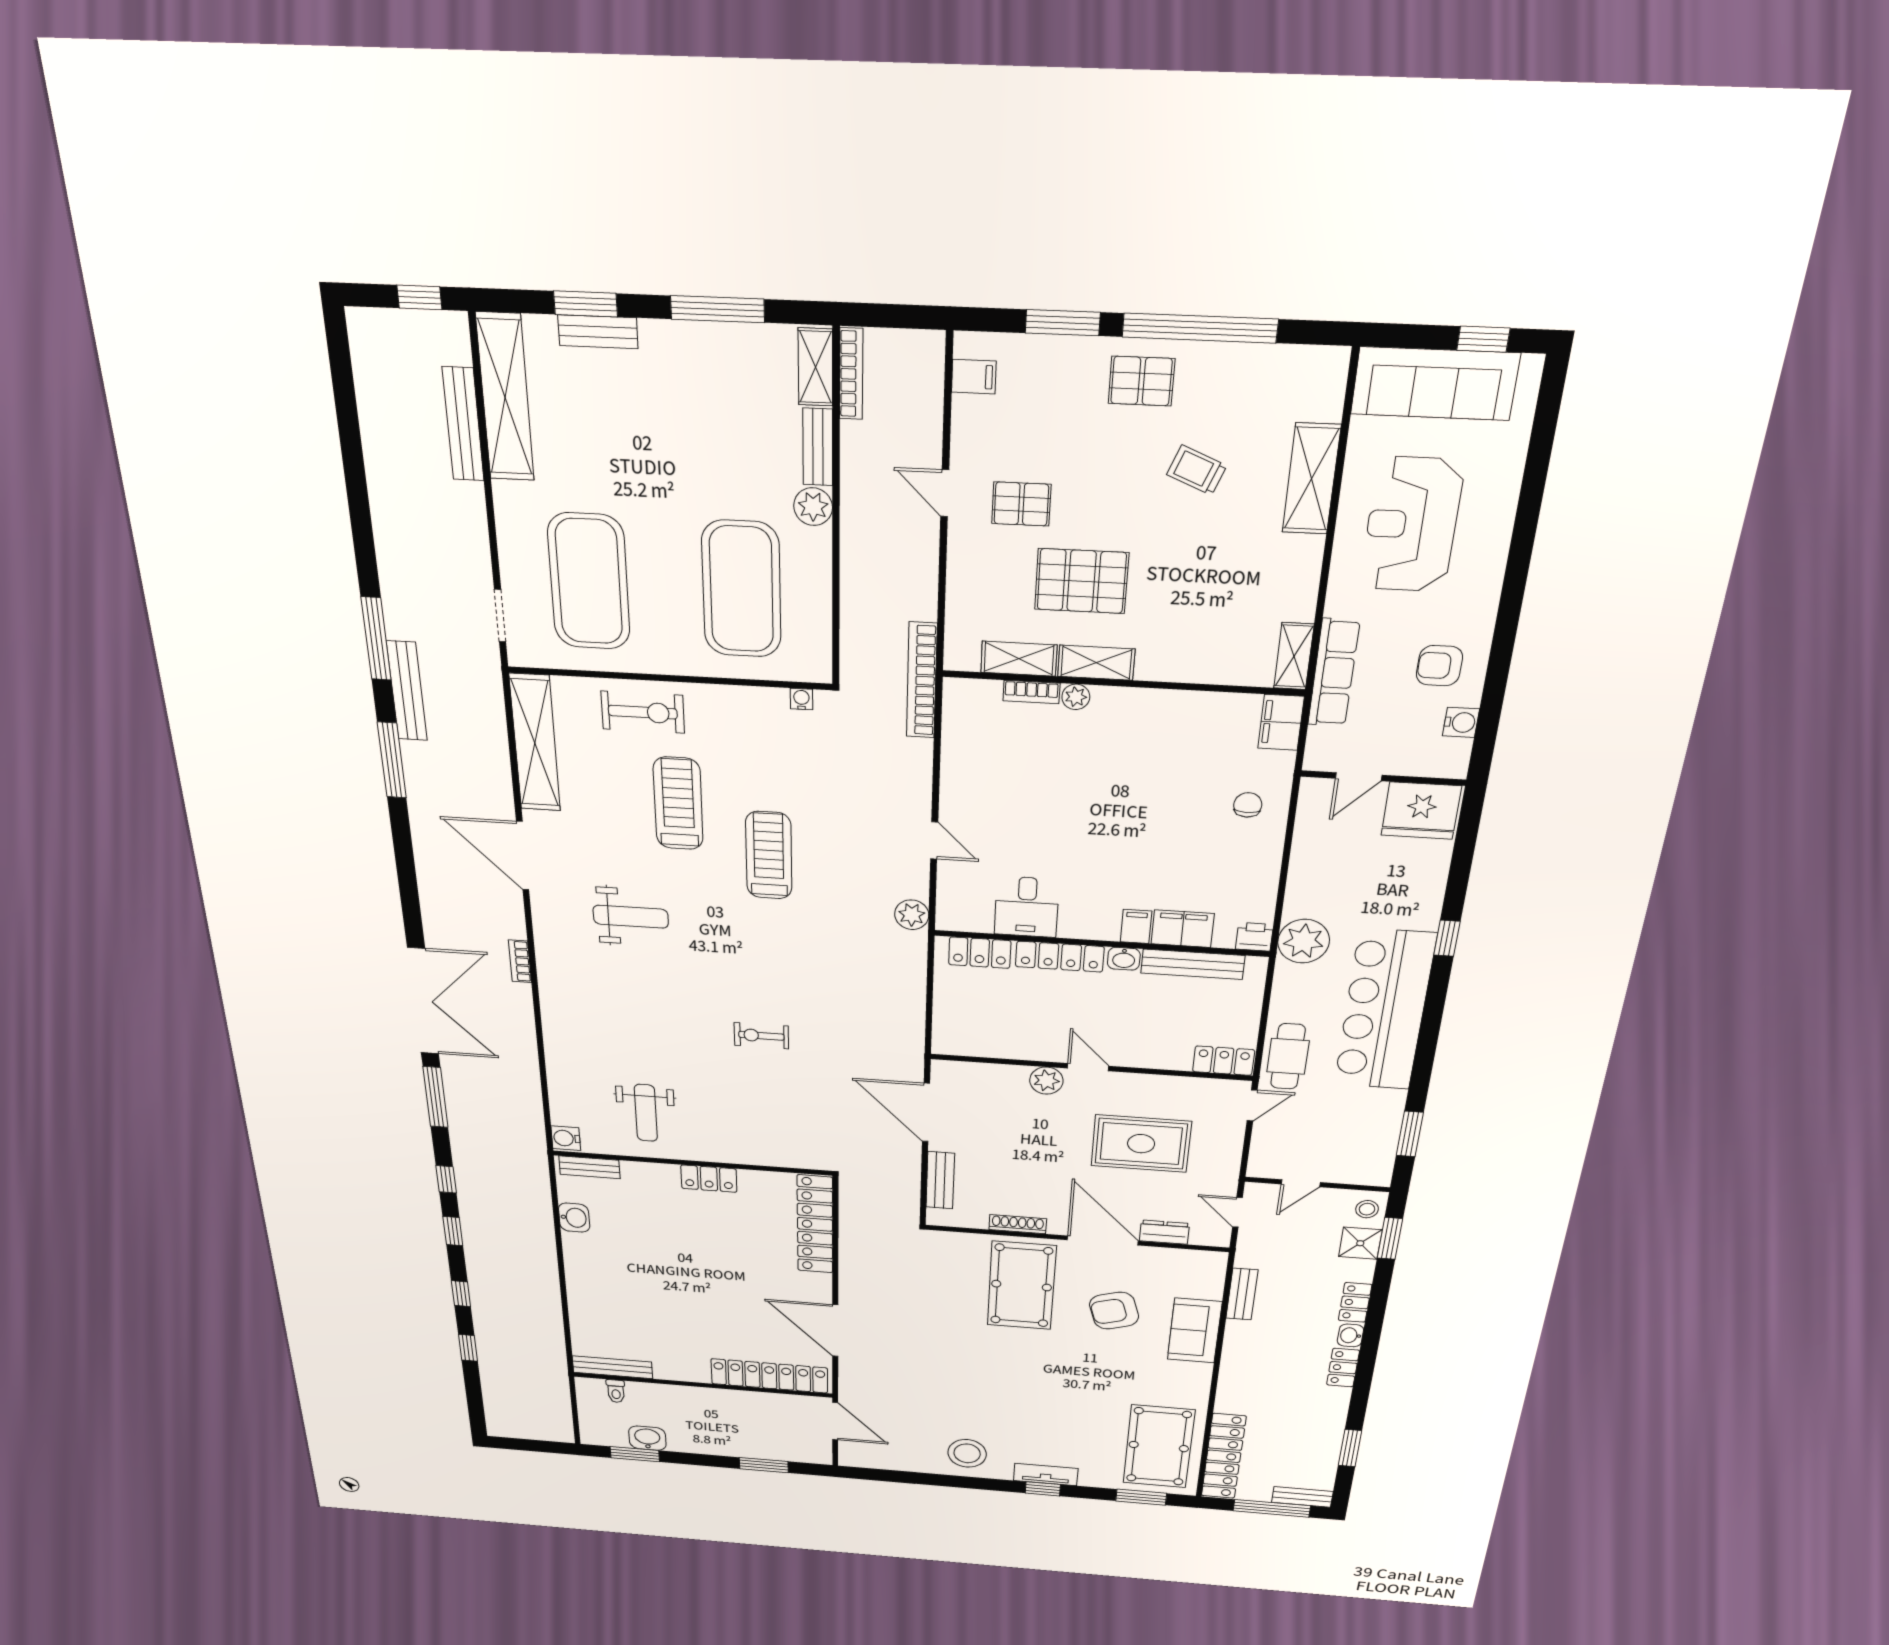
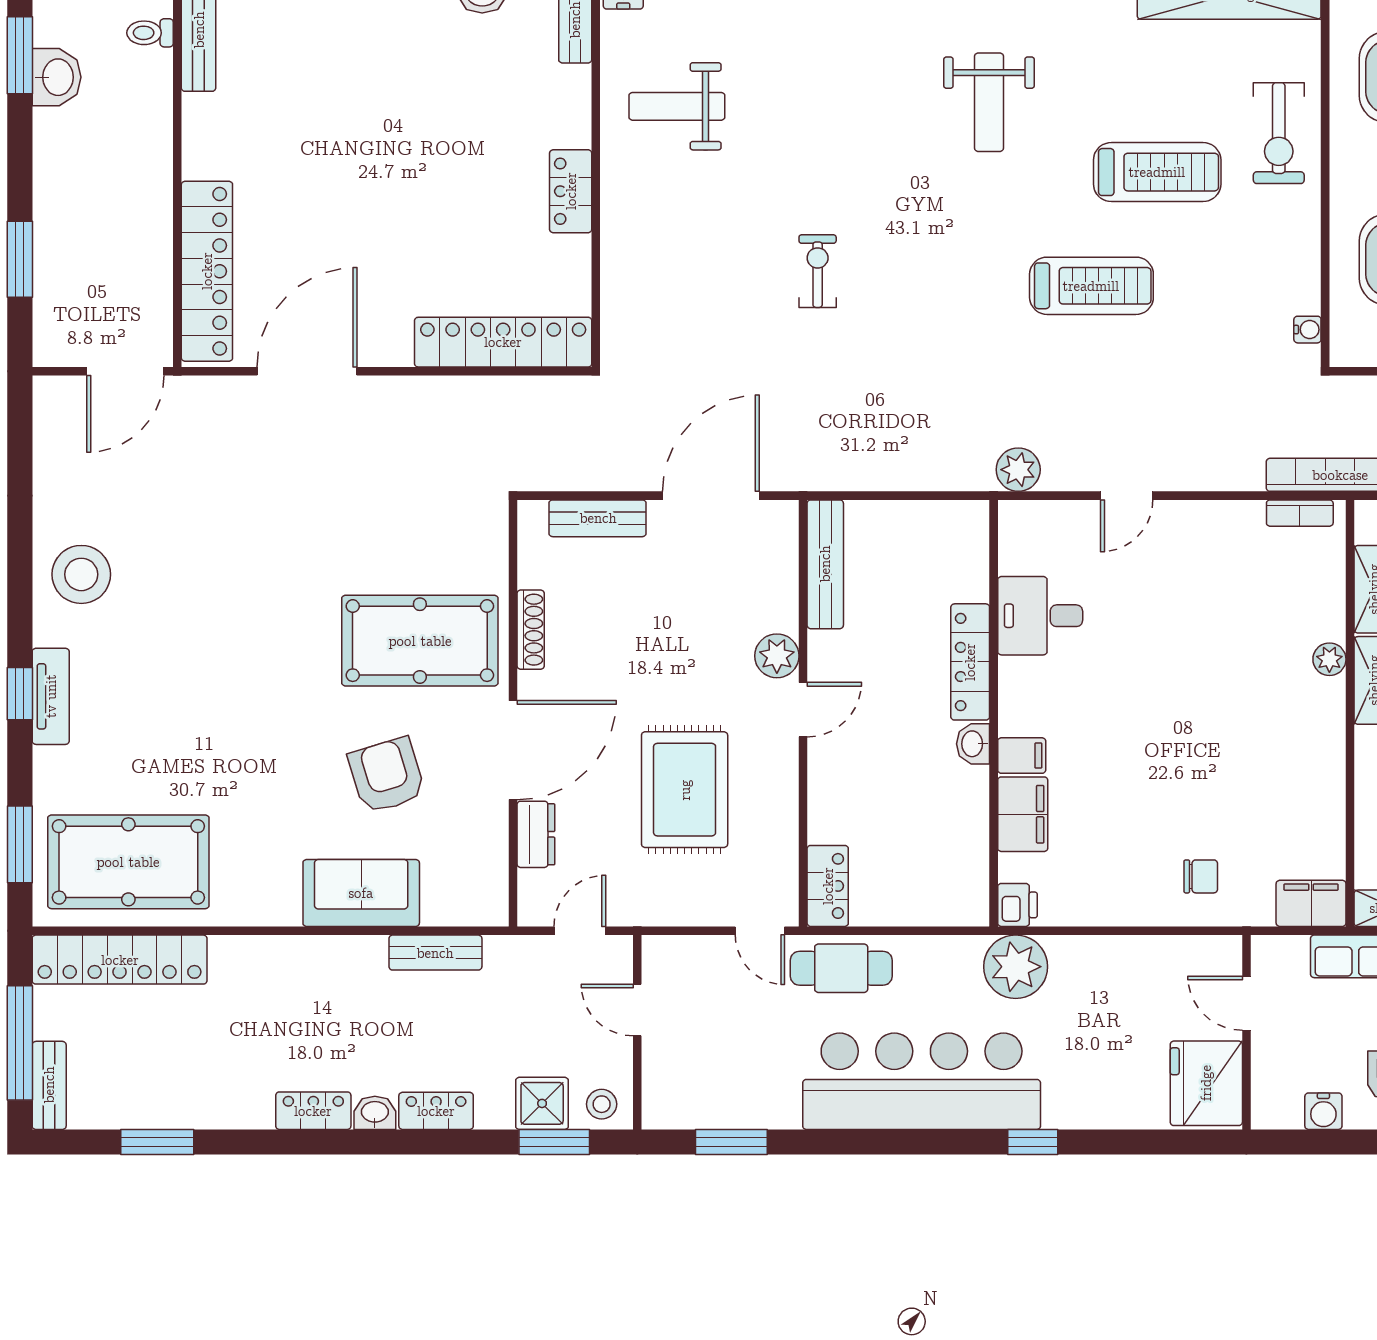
bookcase: (1031, 692) -> (1300, 513), moved, turned -90
locker: (980, 953) -> (968, 559), removed
bench: (1193, 964) -> (825, 564), moved

